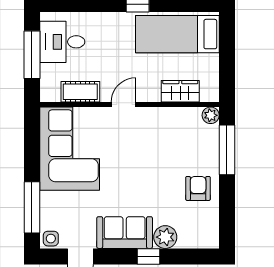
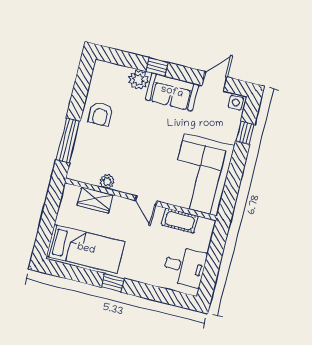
window: (32, 55) -> (213, 262), removed
door: (124, 105) -> (146, 201), hinge flipped
plant: (211, 115) -> (107, 181), moved
window: (32, 207) -> (245, 133), width x0.46

